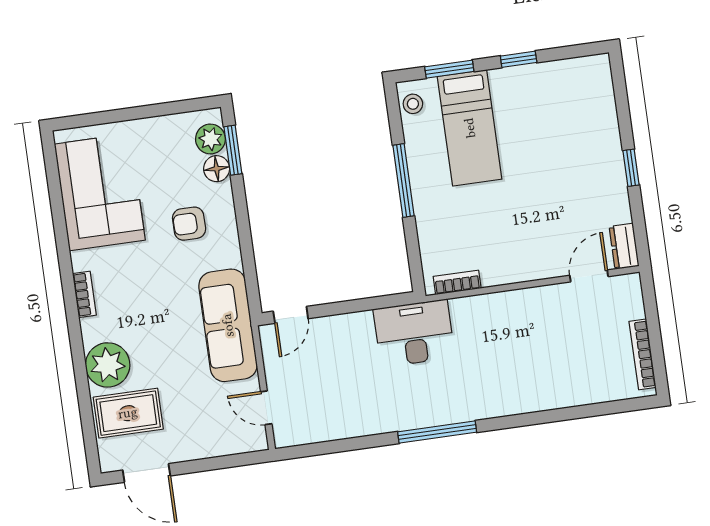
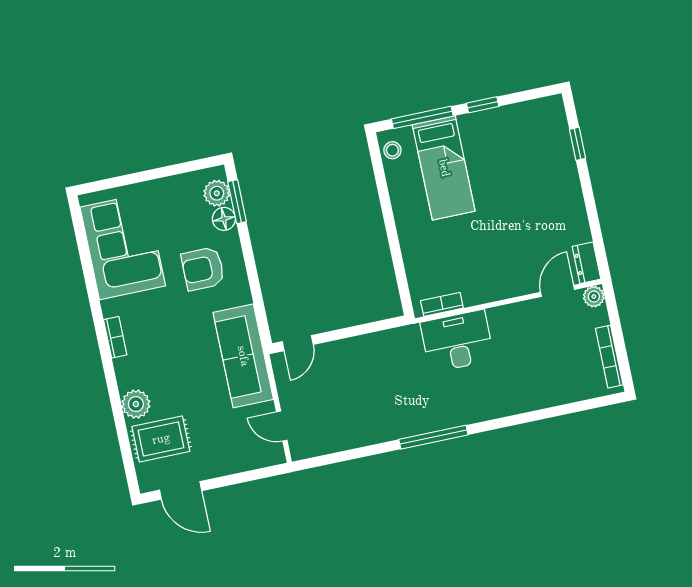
window: (449, 69) -> (422, 117), width x1.44
window: (631, 168) -> (578, 144), moved
window: (403, 181) -> (389, 218), removed
armchair: (189, 224) -> (203, 269), width x1.38, depth x1.38
plant: (630, 285) -> (594, 297), added
desk: (414, 333) -> (457, 341), moved
plant: (108, 365) -> (136, 404), width x0.73, depth x0.73

